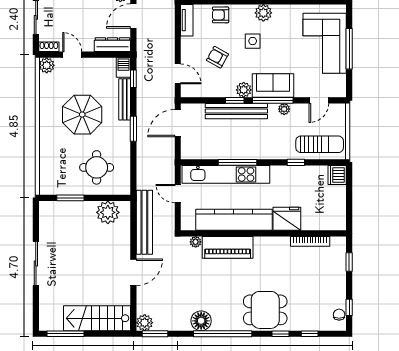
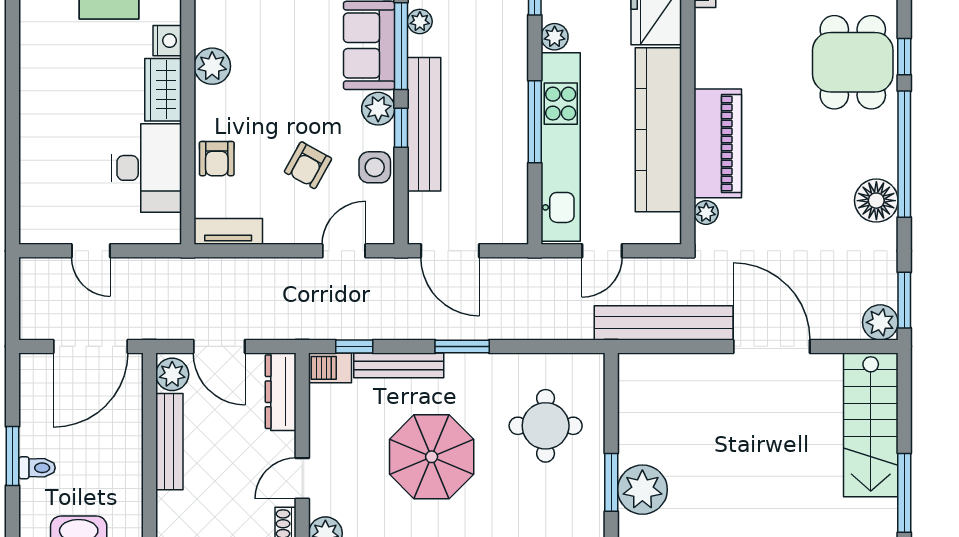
side table: (253, 41) -> (375, 167), moved
plant: (277, 172) -> (555, 37), added
plant: (108, 212) -> (642, 490), moved
door: (133, 272) -> (772, 346), width x1.36
window: (280, 334) -> (904, 57), moved

